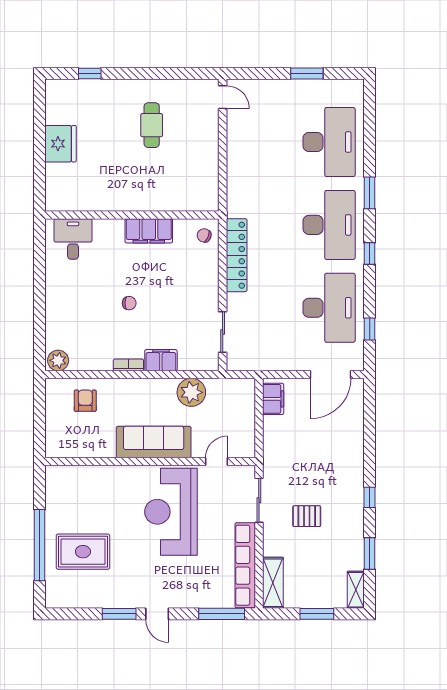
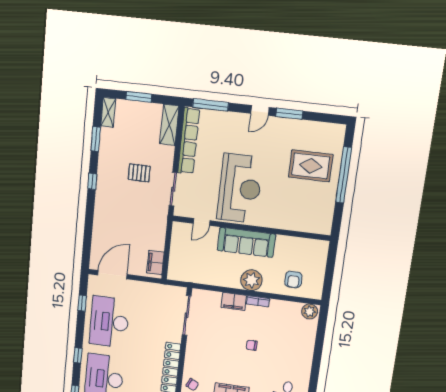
sliding door: (223, 332) -> (187, 315), width x1.37
plant: (191, 392) -> (251, 280), moved
door: (157, 614) -> (260, 110), swing flipped

